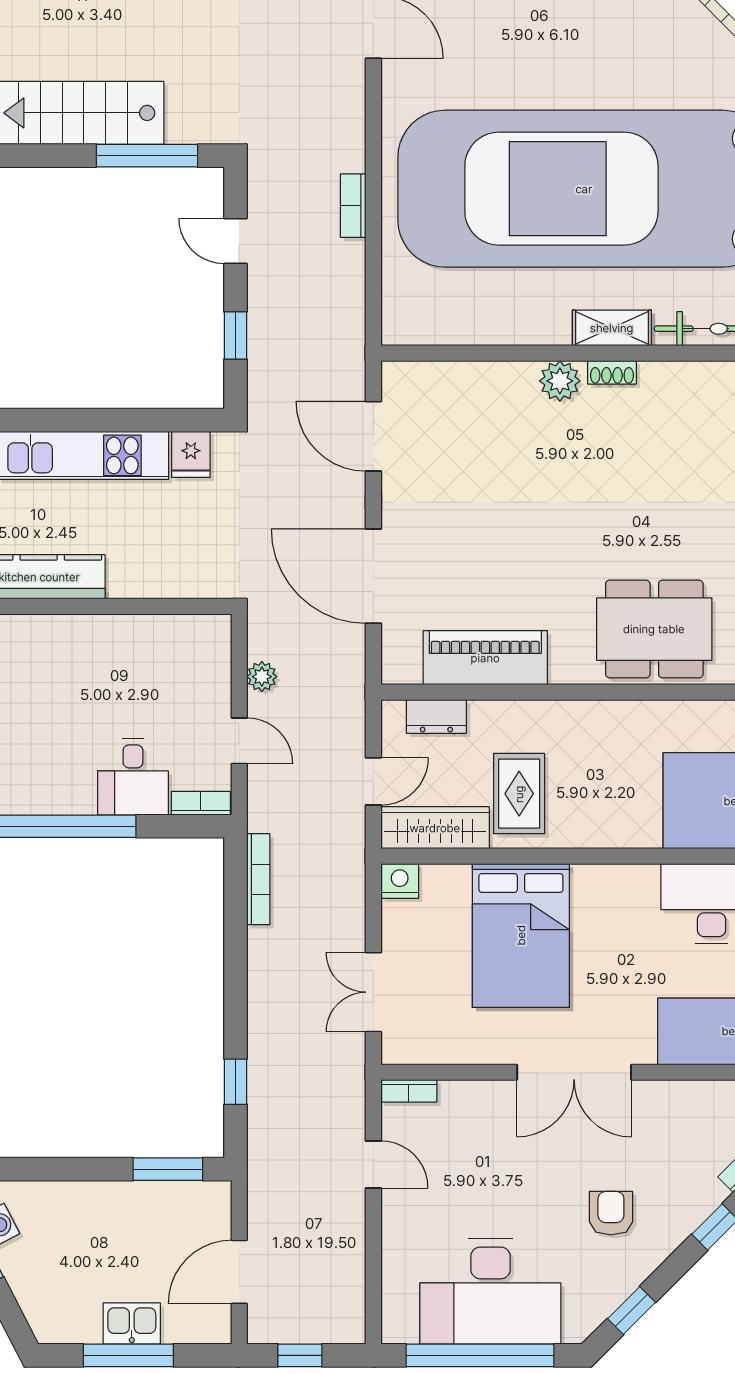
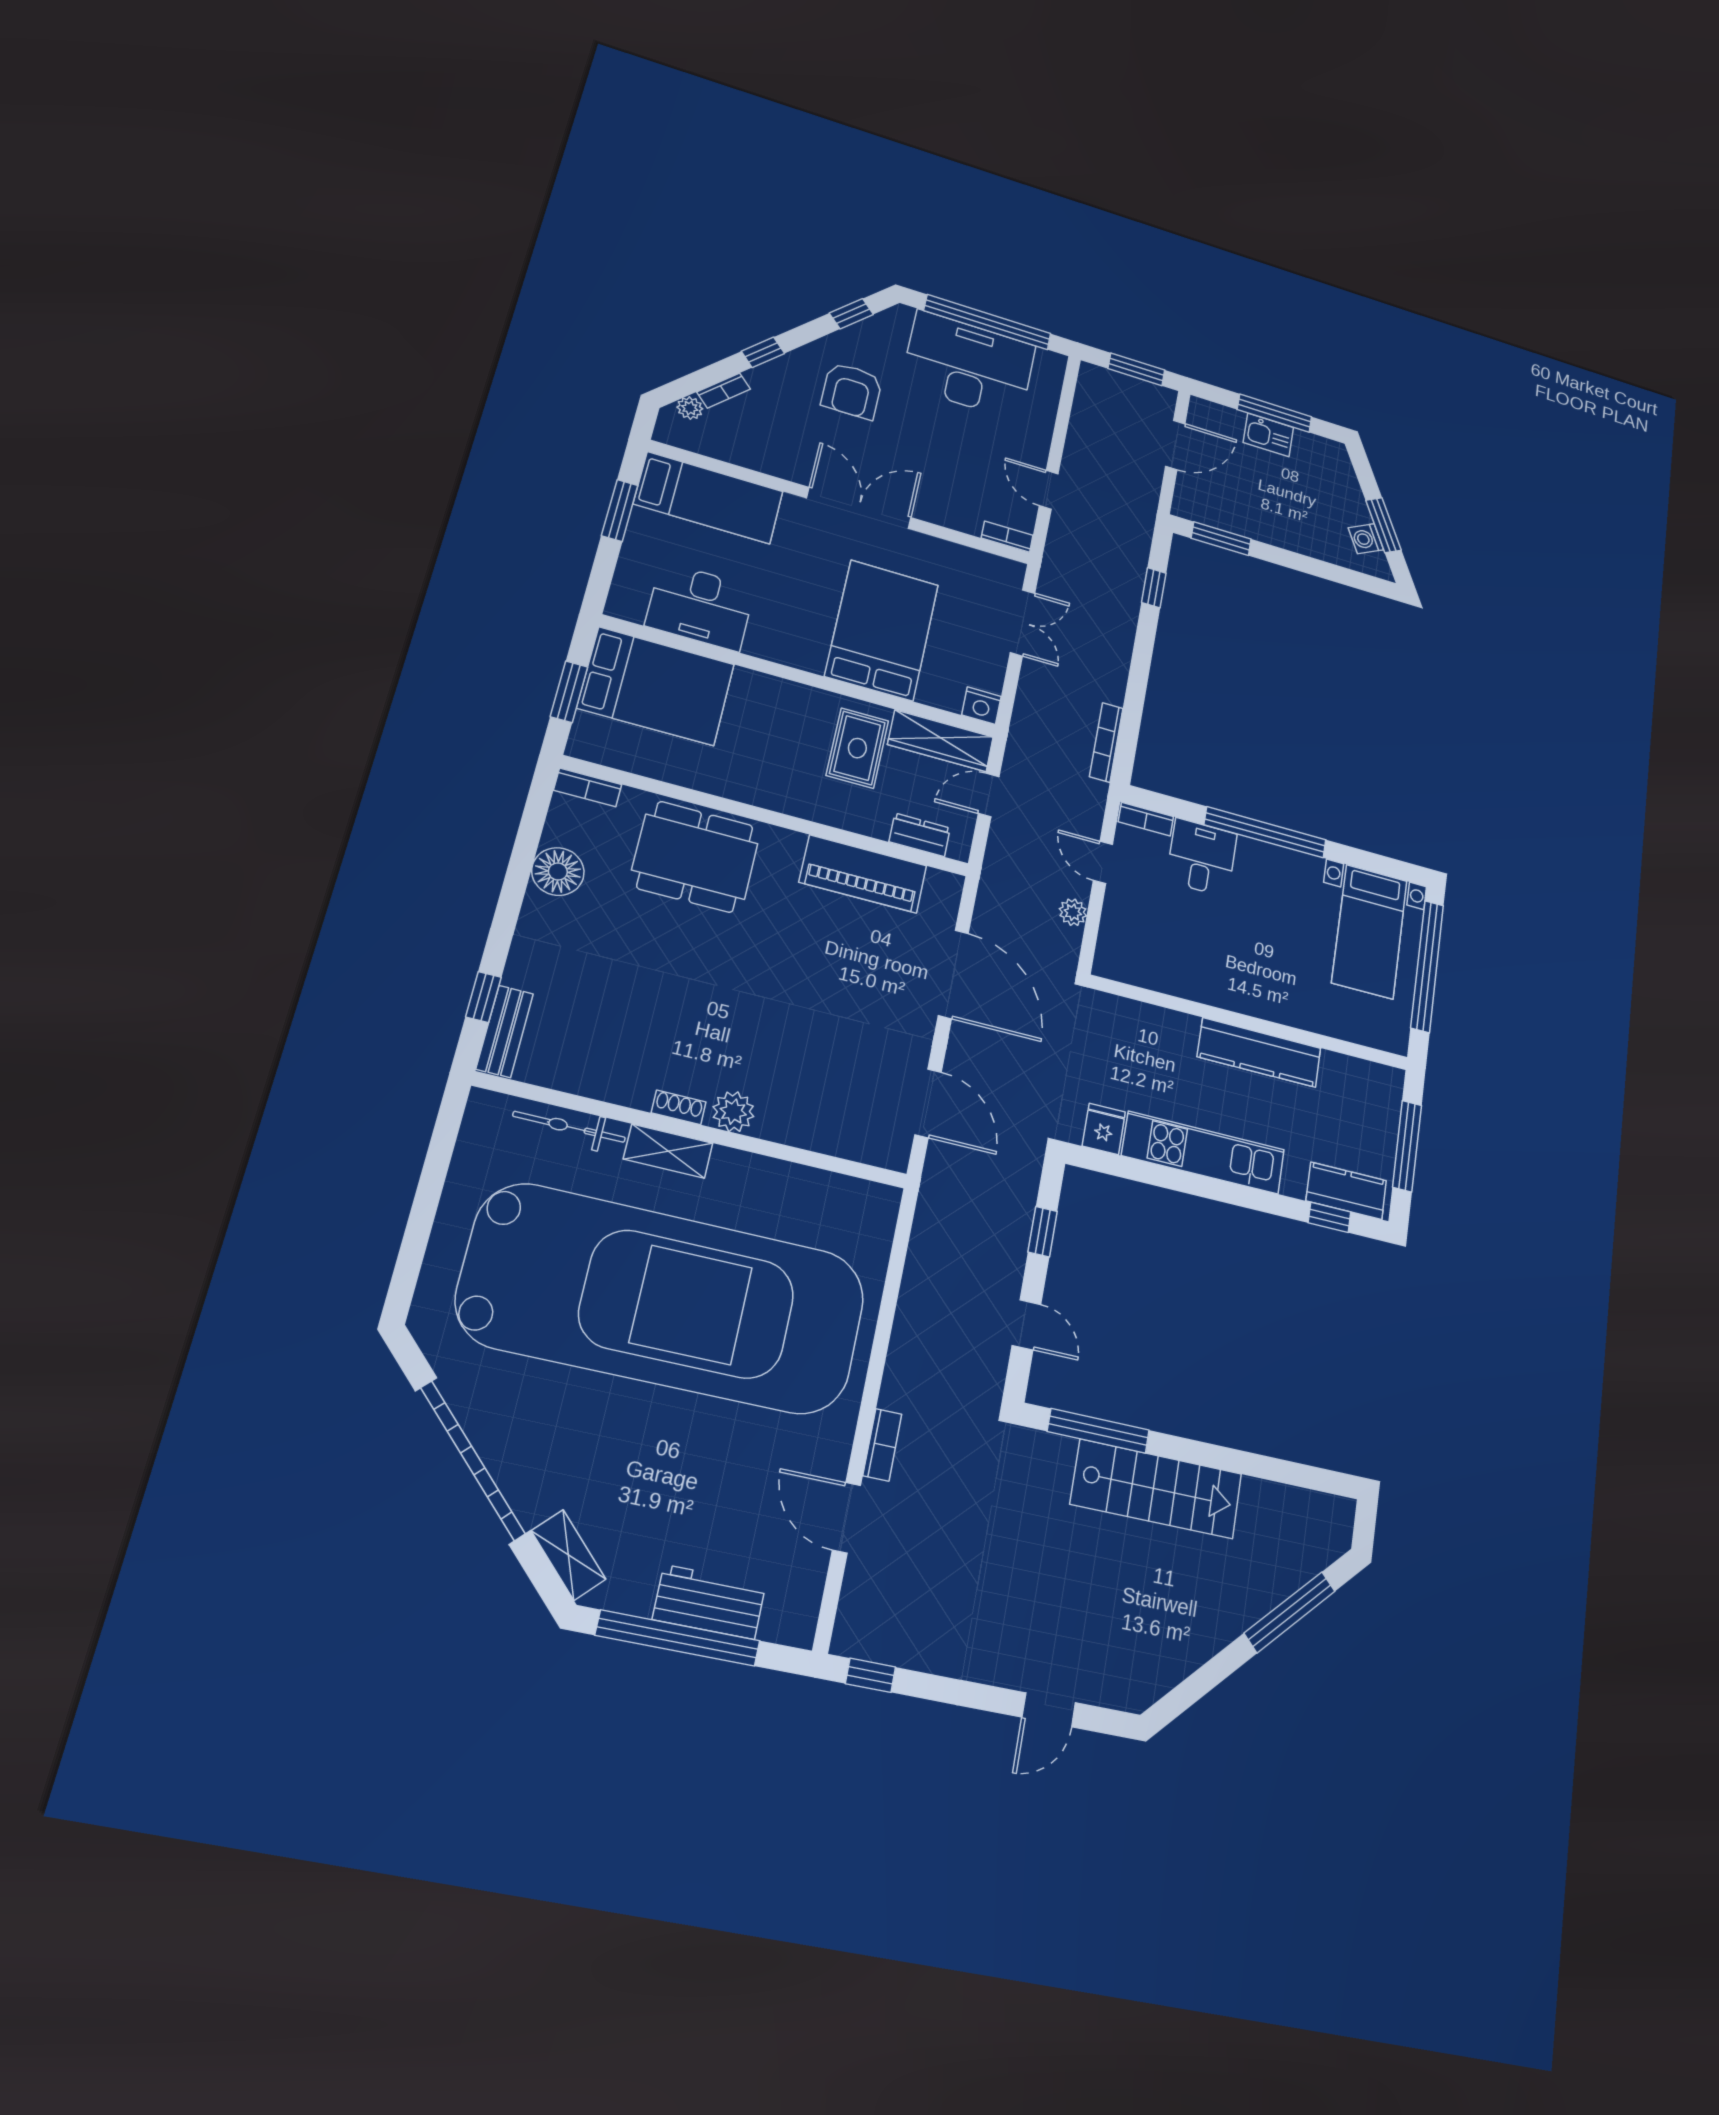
bookcase: (353, 206) -> (882, 1445), moved
armchair: (611, 1213) -> (852, 391), width x1.38, depth x1.38
window: (300, 1355) -> (1136, 369), width x1.50

